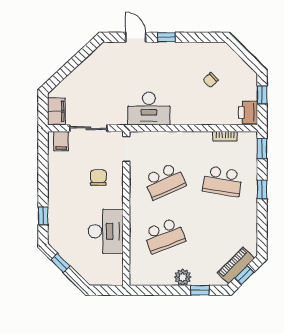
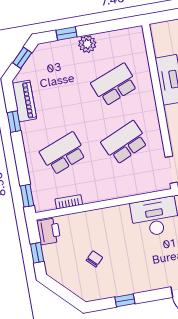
window: (166, 37) -> (125, 300), moved
school desk: (222, 181) -> (63, 154), turned -30
window: (262, 189) -> (14, 122), moved
piano: (236, 266) -> (24, 101), moved, turned -45

